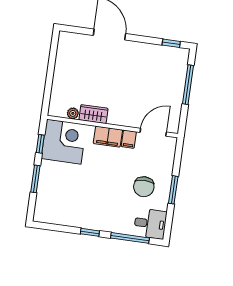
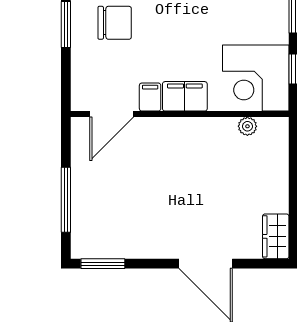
window: (171, 43) -> (103, 264), width x1.50
wardrobe: (93, 114) -> (276, 236), moved, turned 90
chair: (144, 187) -> (115, 23), turned 90

